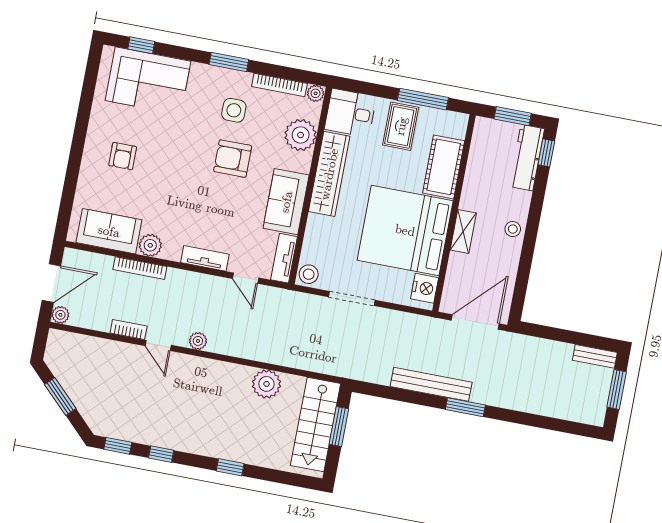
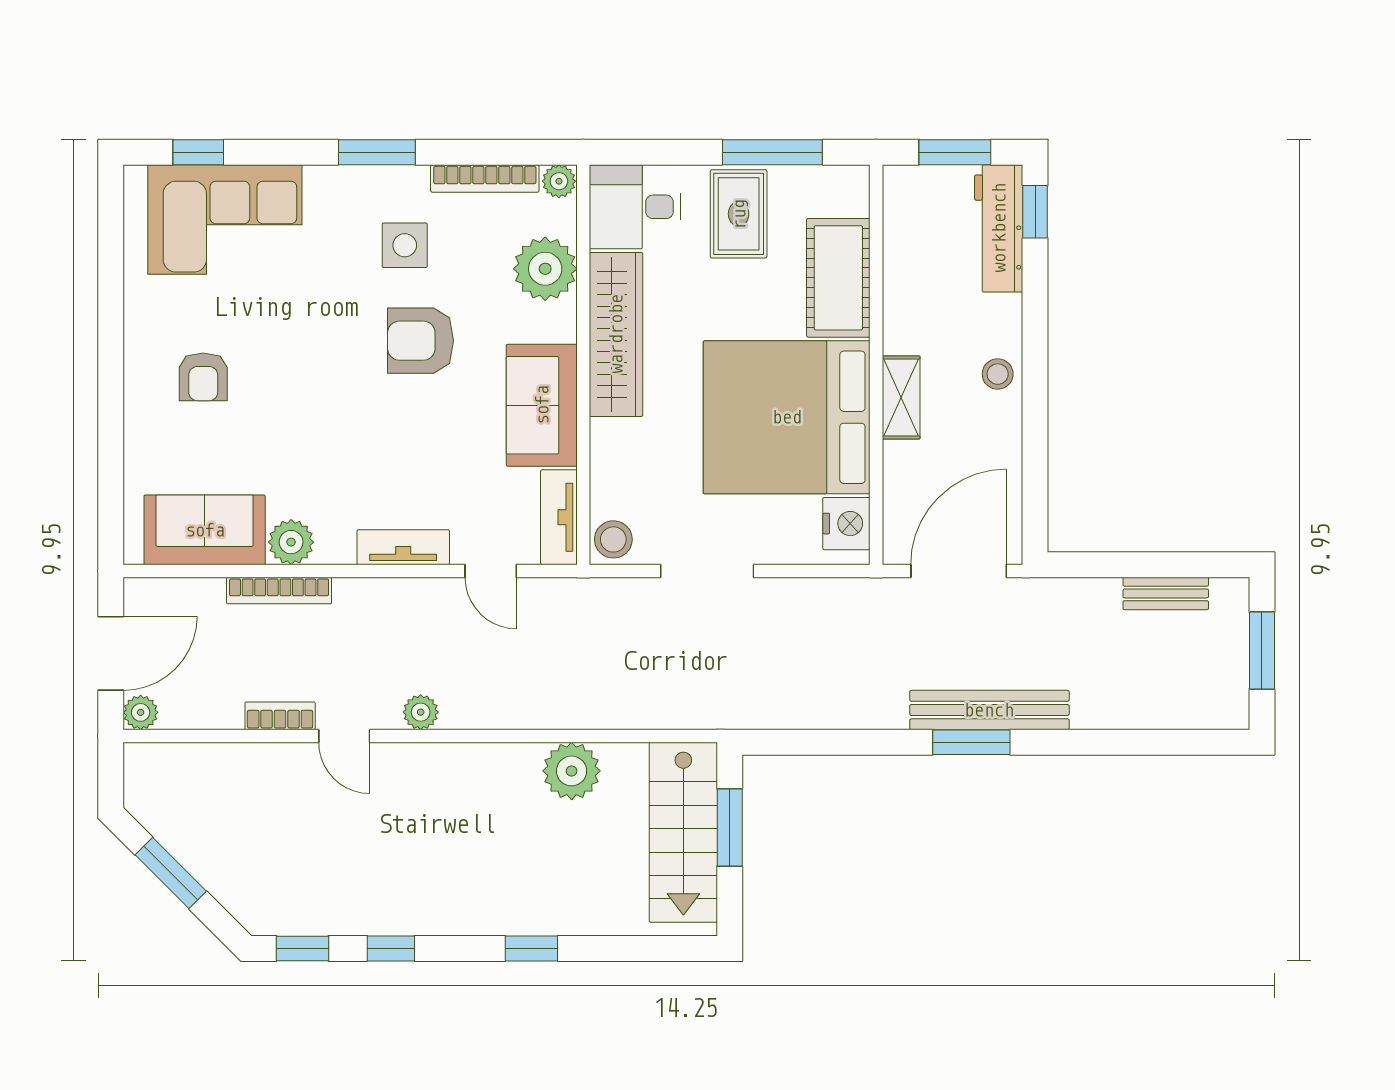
bench: (595, 356) -> (1166, 593), moved
bench: (431, 384) -> (989, 710), moved

